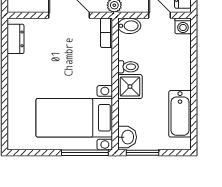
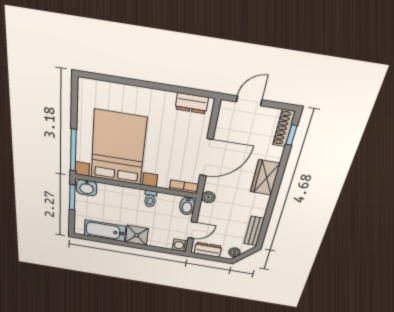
shower: (130, 87) -> (137, 235), moved
bed with nightstands: (74, 118) -> (118, 148), width x1.36

